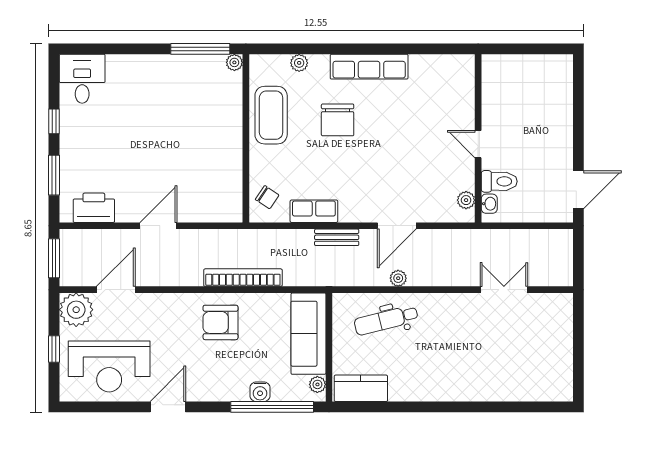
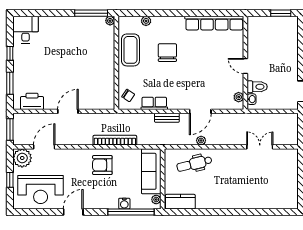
window: (542, 49) -> (281, 13), added
row of seats: (369, 67) -> (214, 23), moved, width x1.36
chair: (338, 120) -> (167, 53), turned 180

